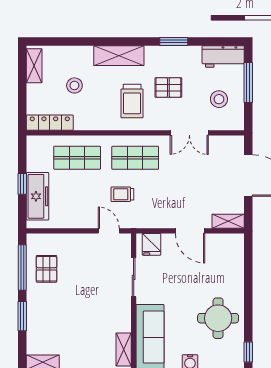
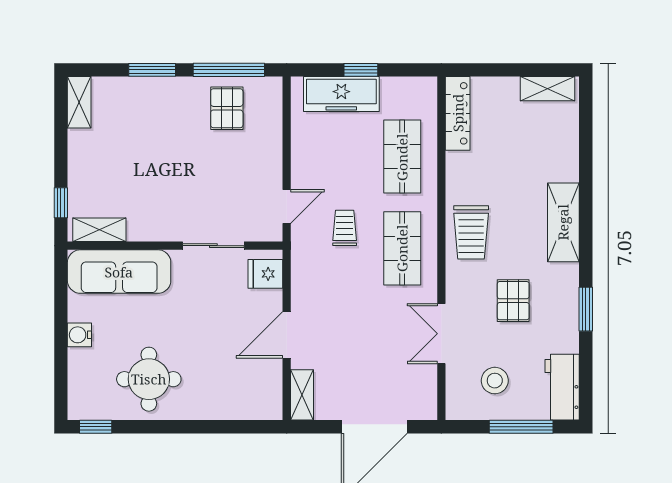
stool: (74, 85) -> (516, 152), removed
trolley: (132, 101) -> (471, 232), moved, turned -90
pallet: (47, 269) -> (227, 108), turned 90

